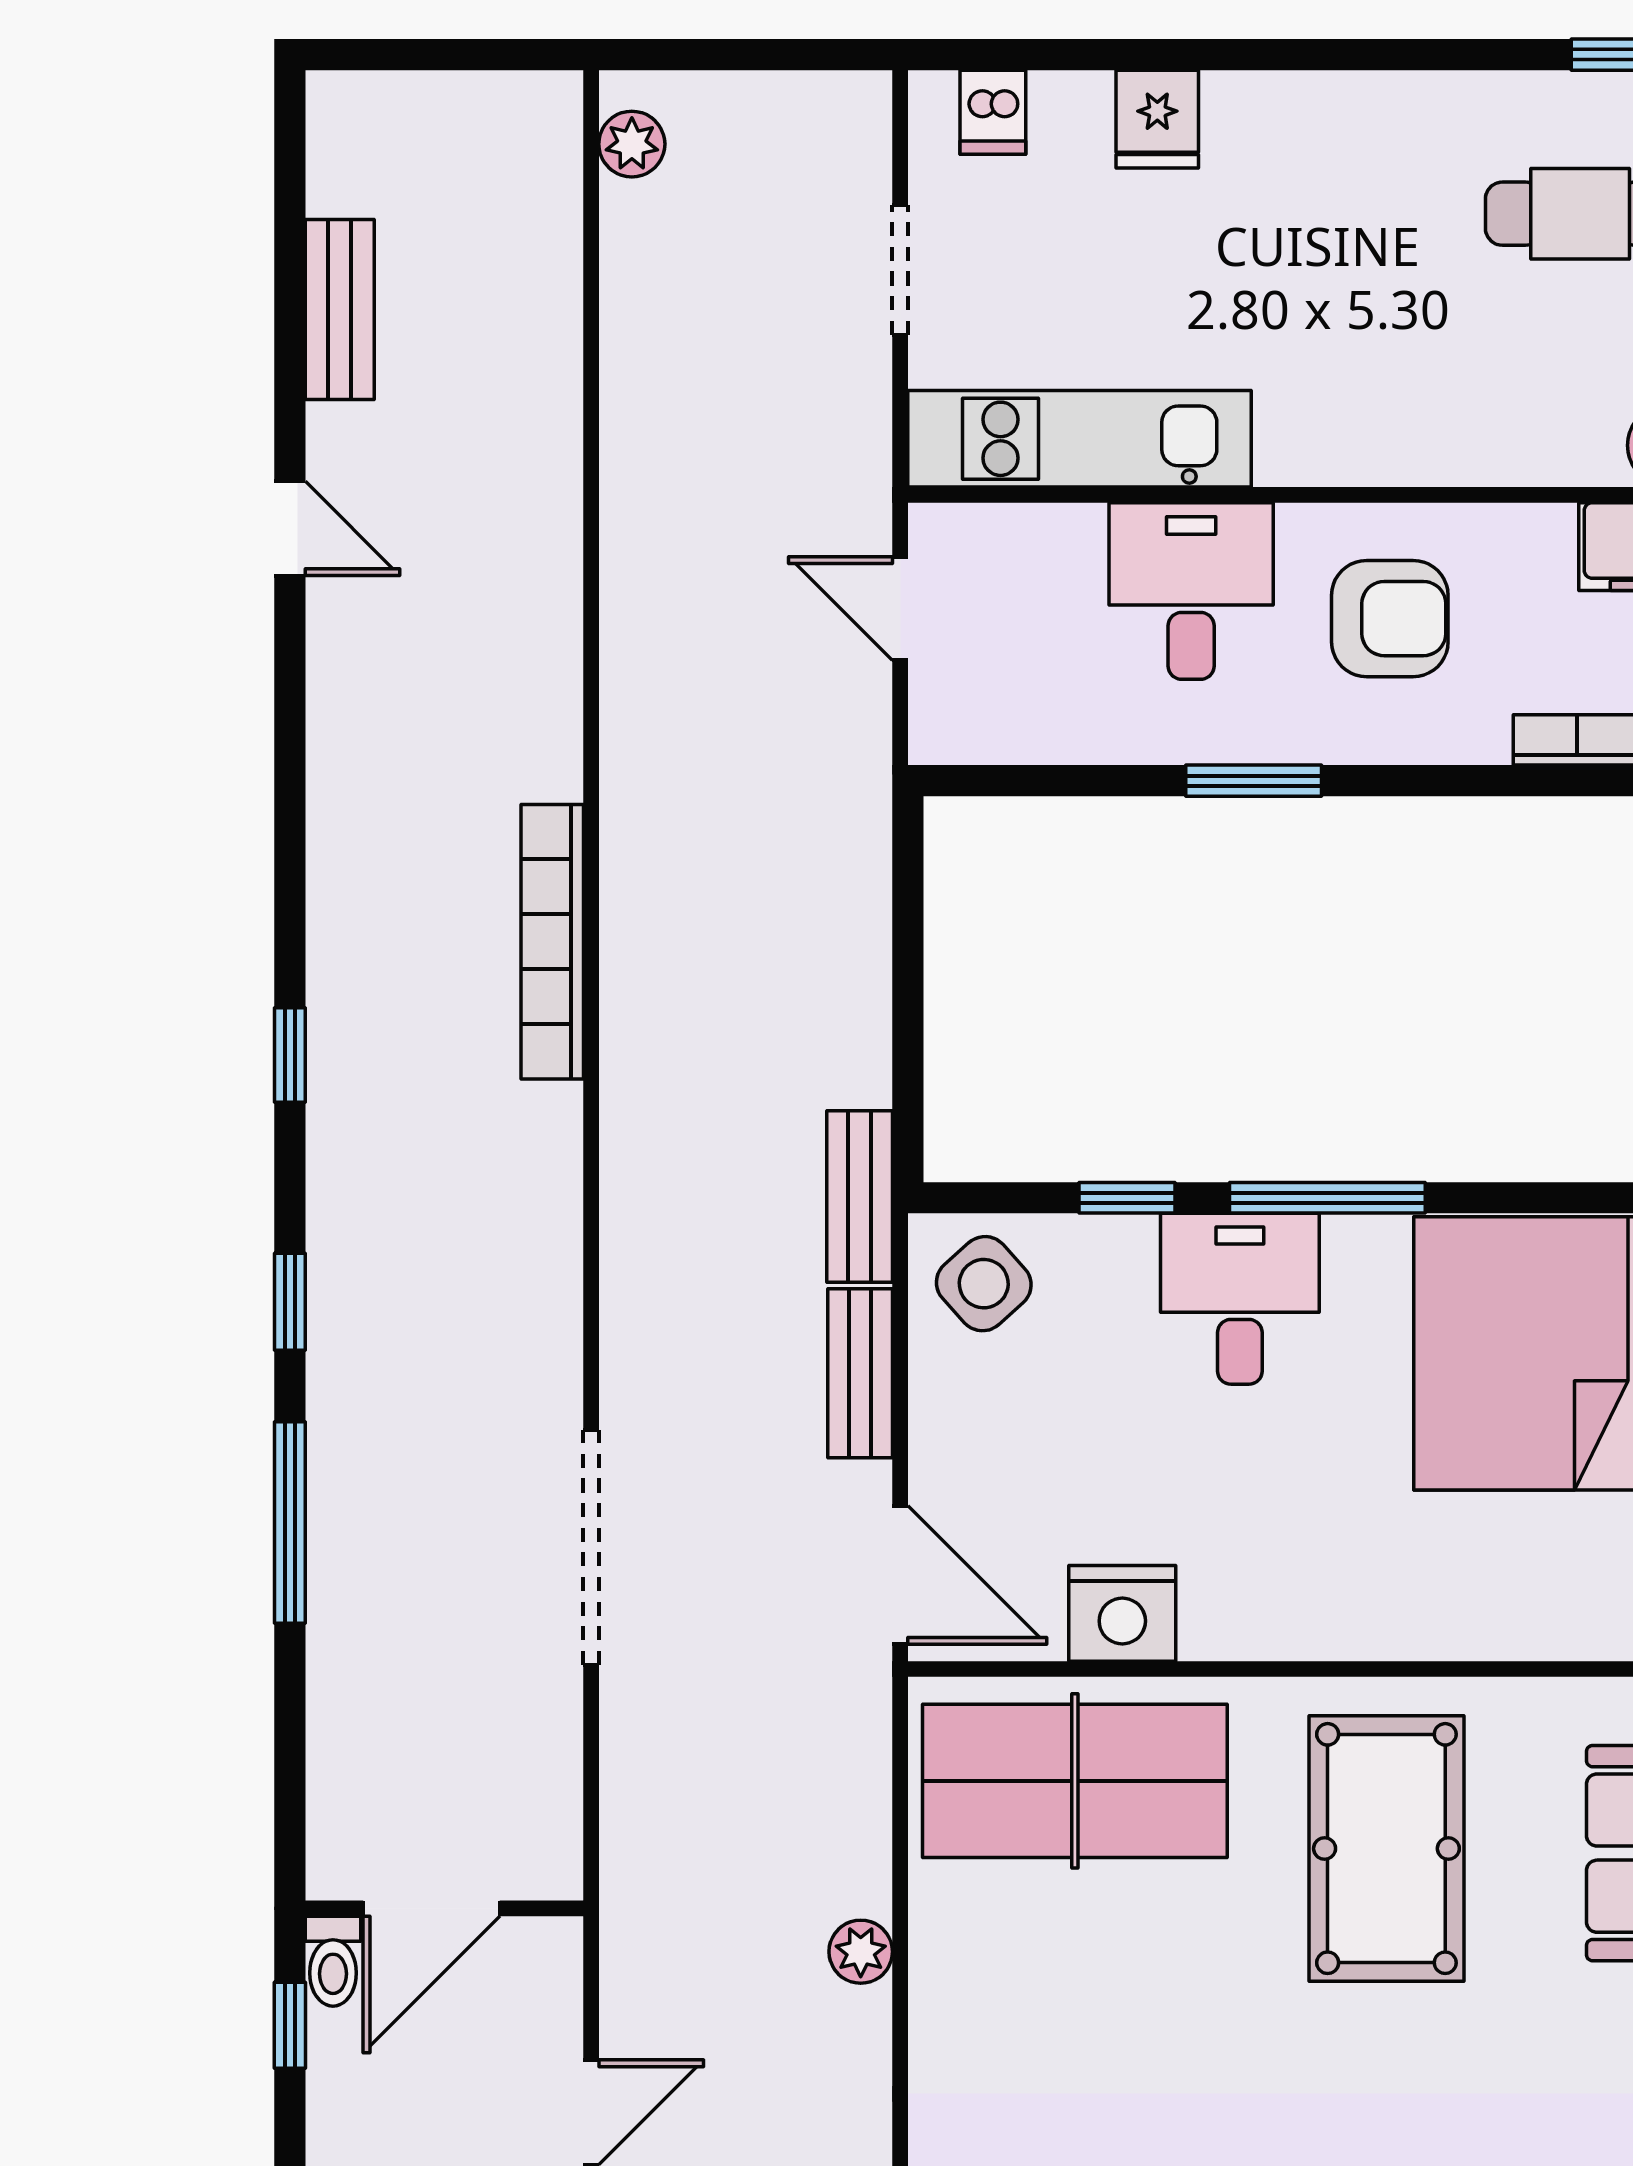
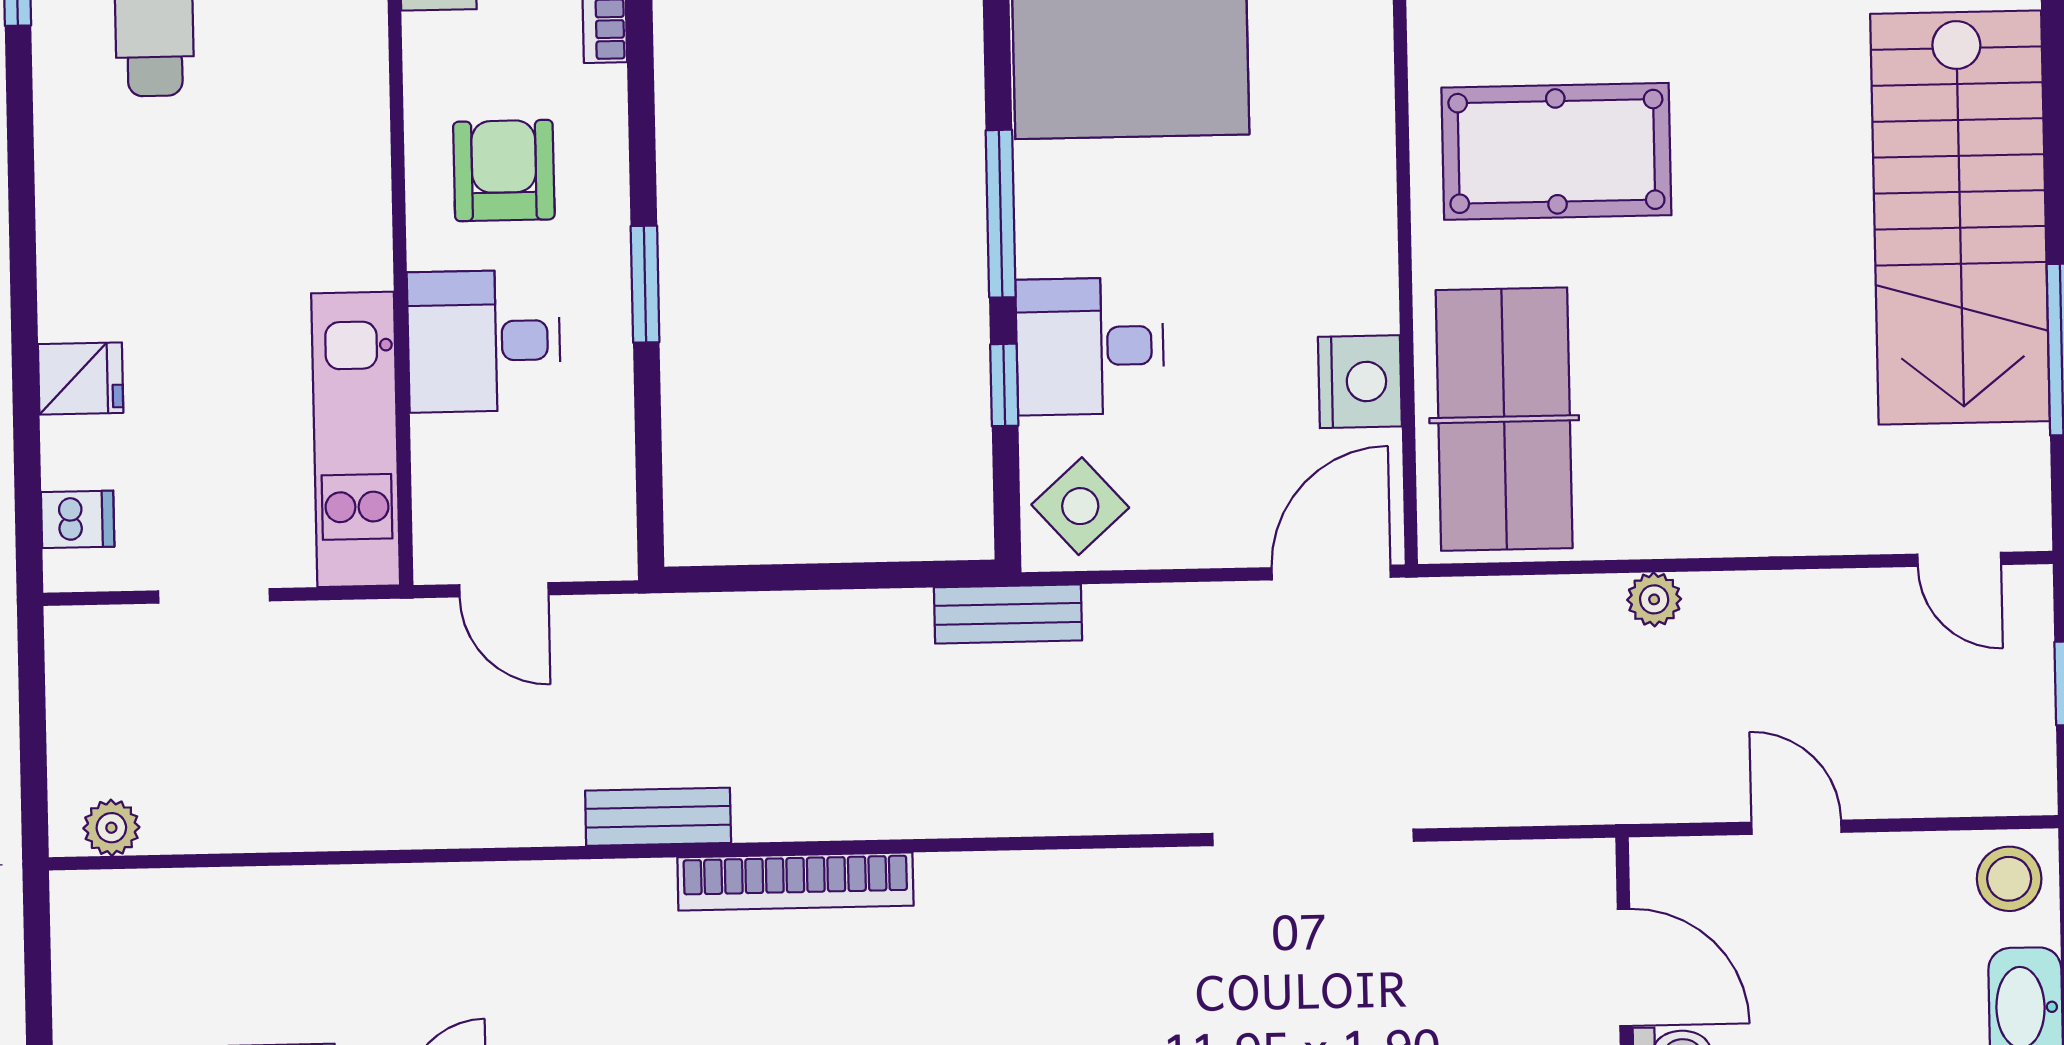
door: (900, 609) -> (504, 590), hinge flipped
desk: (1240, 1299) -> (1090, 346), moved
bench: (860, 1373) -> (658, 817), moved

